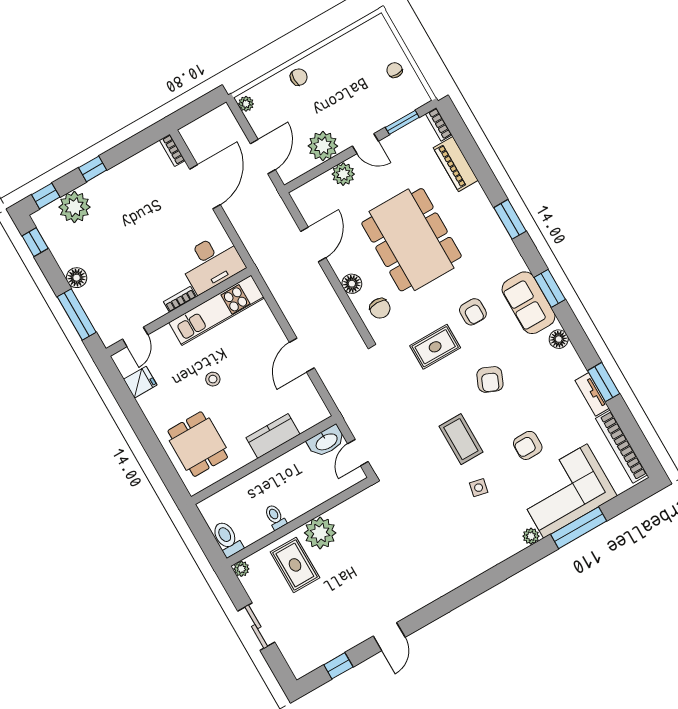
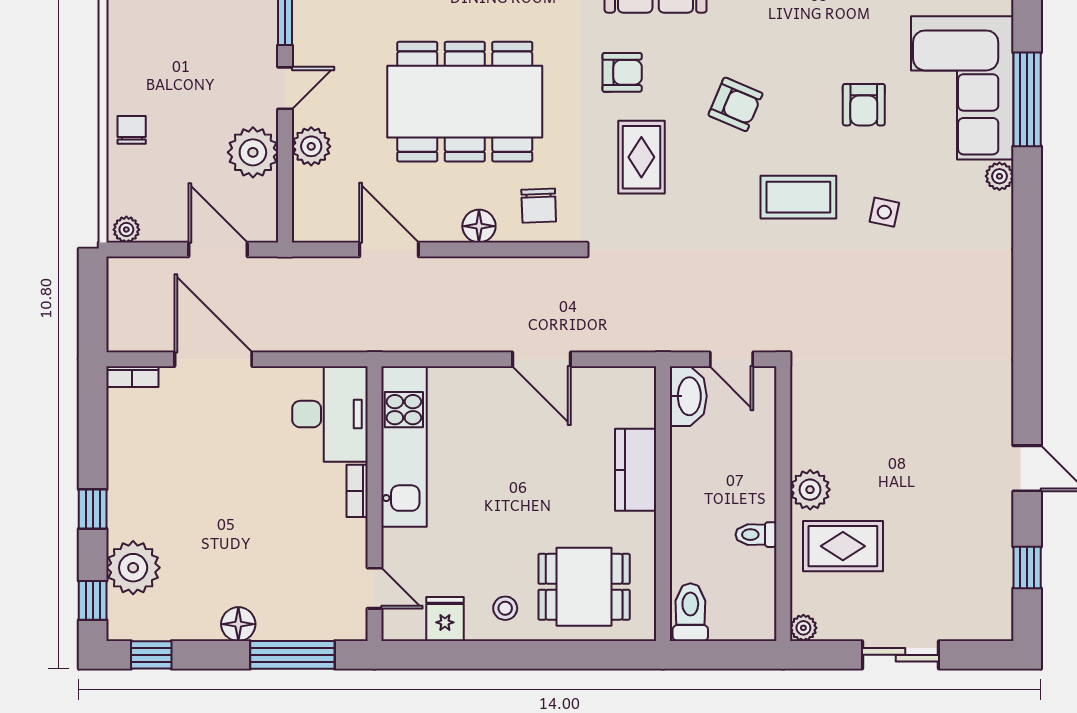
chair: (380, 308) -> (539, 206), turned 88
stool: (213, 379) -> (505, 608), moved
plant: (320, 533) -> (810, 490), width x0.73, depth x0.73
toilet: (227, 539) -> (690, 612), moved, turned 90

